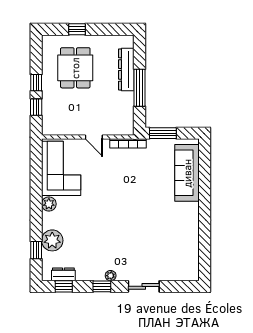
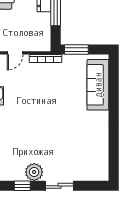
door: (94, 137) -> (15, 53), hinge flipped
plant: (111, 276) -> (34, 172), width x1.88, depth x1.88

